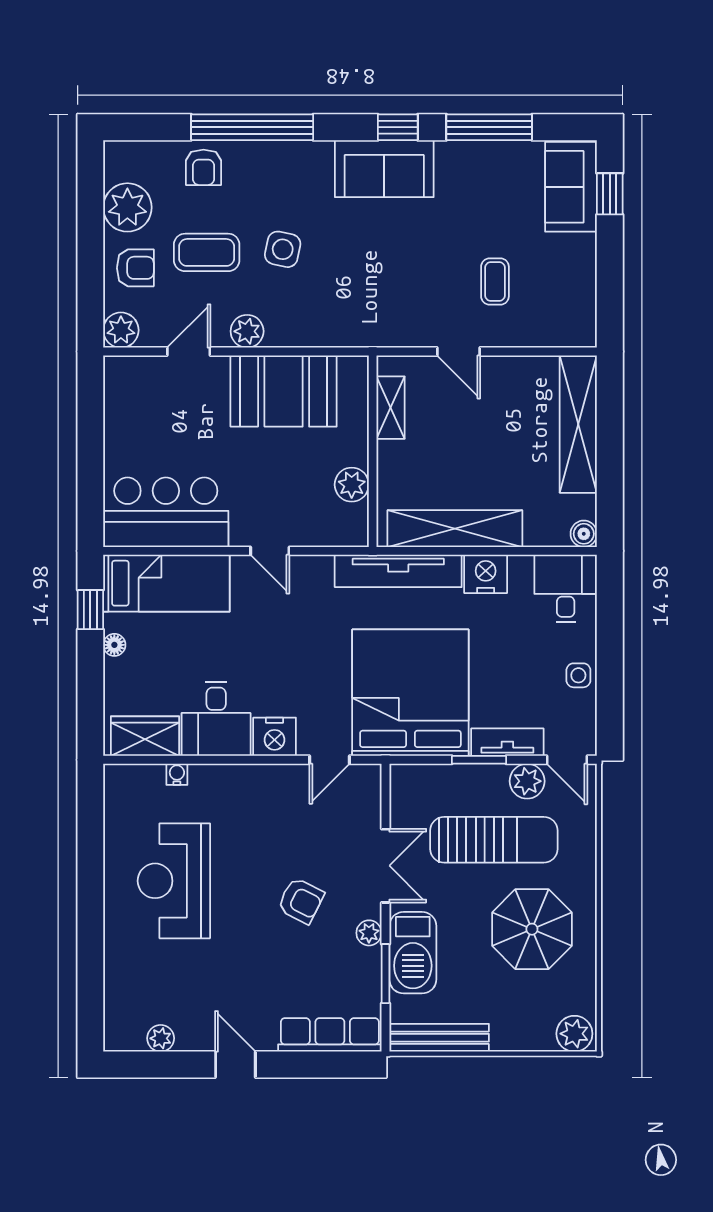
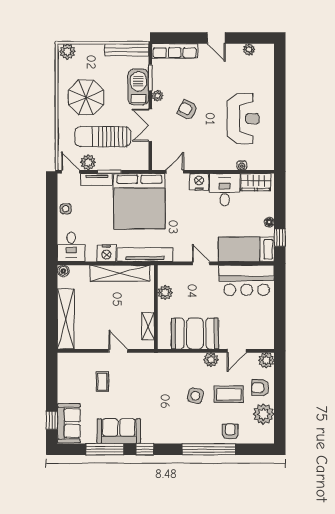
sofa: (384, 169) -> (119, 431), moved

